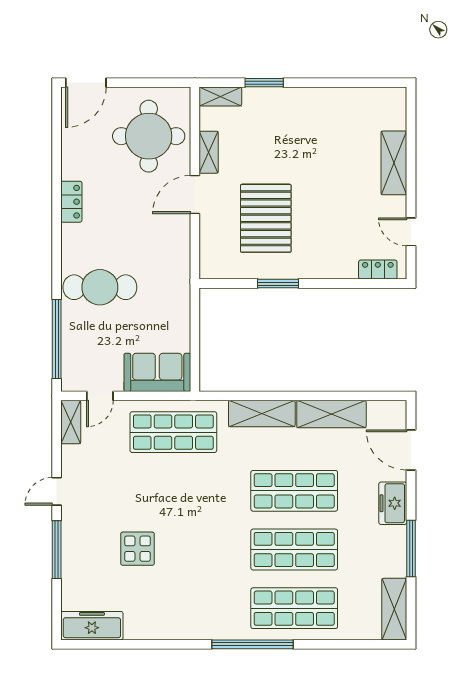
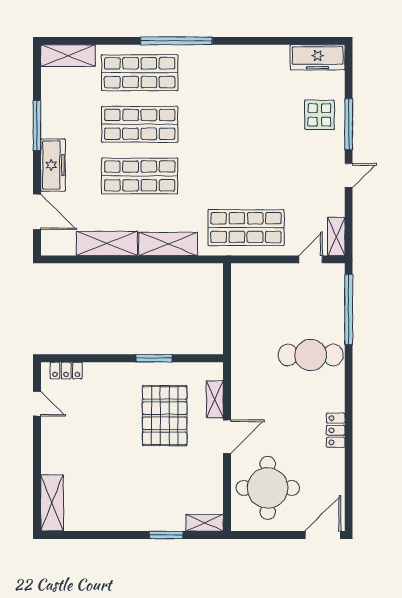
shelving: (209, 152) -> (215, 399), moved
shelving: (394, 163) -> (52, 503), moved
sofa: (157, 372) -> (260, 280), removed
freezer: (393, 503) -> (53, 165), width x1.40
display table: (137, 549) -> (319, 115), moved
shelving: (394, 609) -> (68, 56), moved, turned 90

